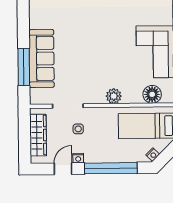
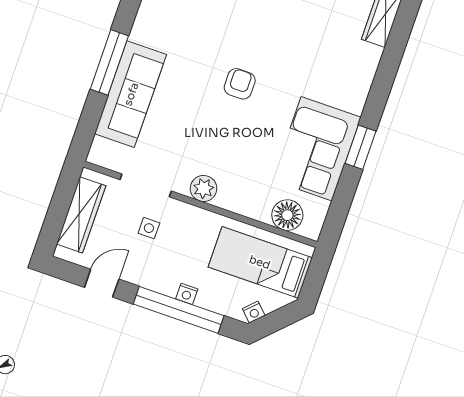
armchair: (100, 31) -> (240, 84), added
window: (24, 67) -> (109, 62), moved
plant: (114, 96) -> (204, 188), moved
nightstand: (78, 158) -> (187, 294), moved

